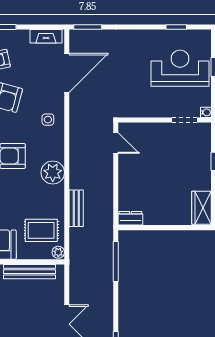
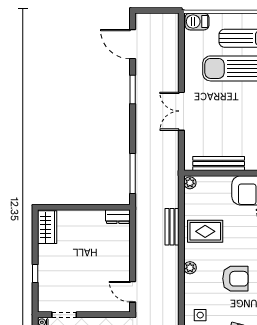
plant: (53, 173) -> (190, 268), width x0.53, depth x0.53
rug: (41, 230) -> (205, 231), moved

